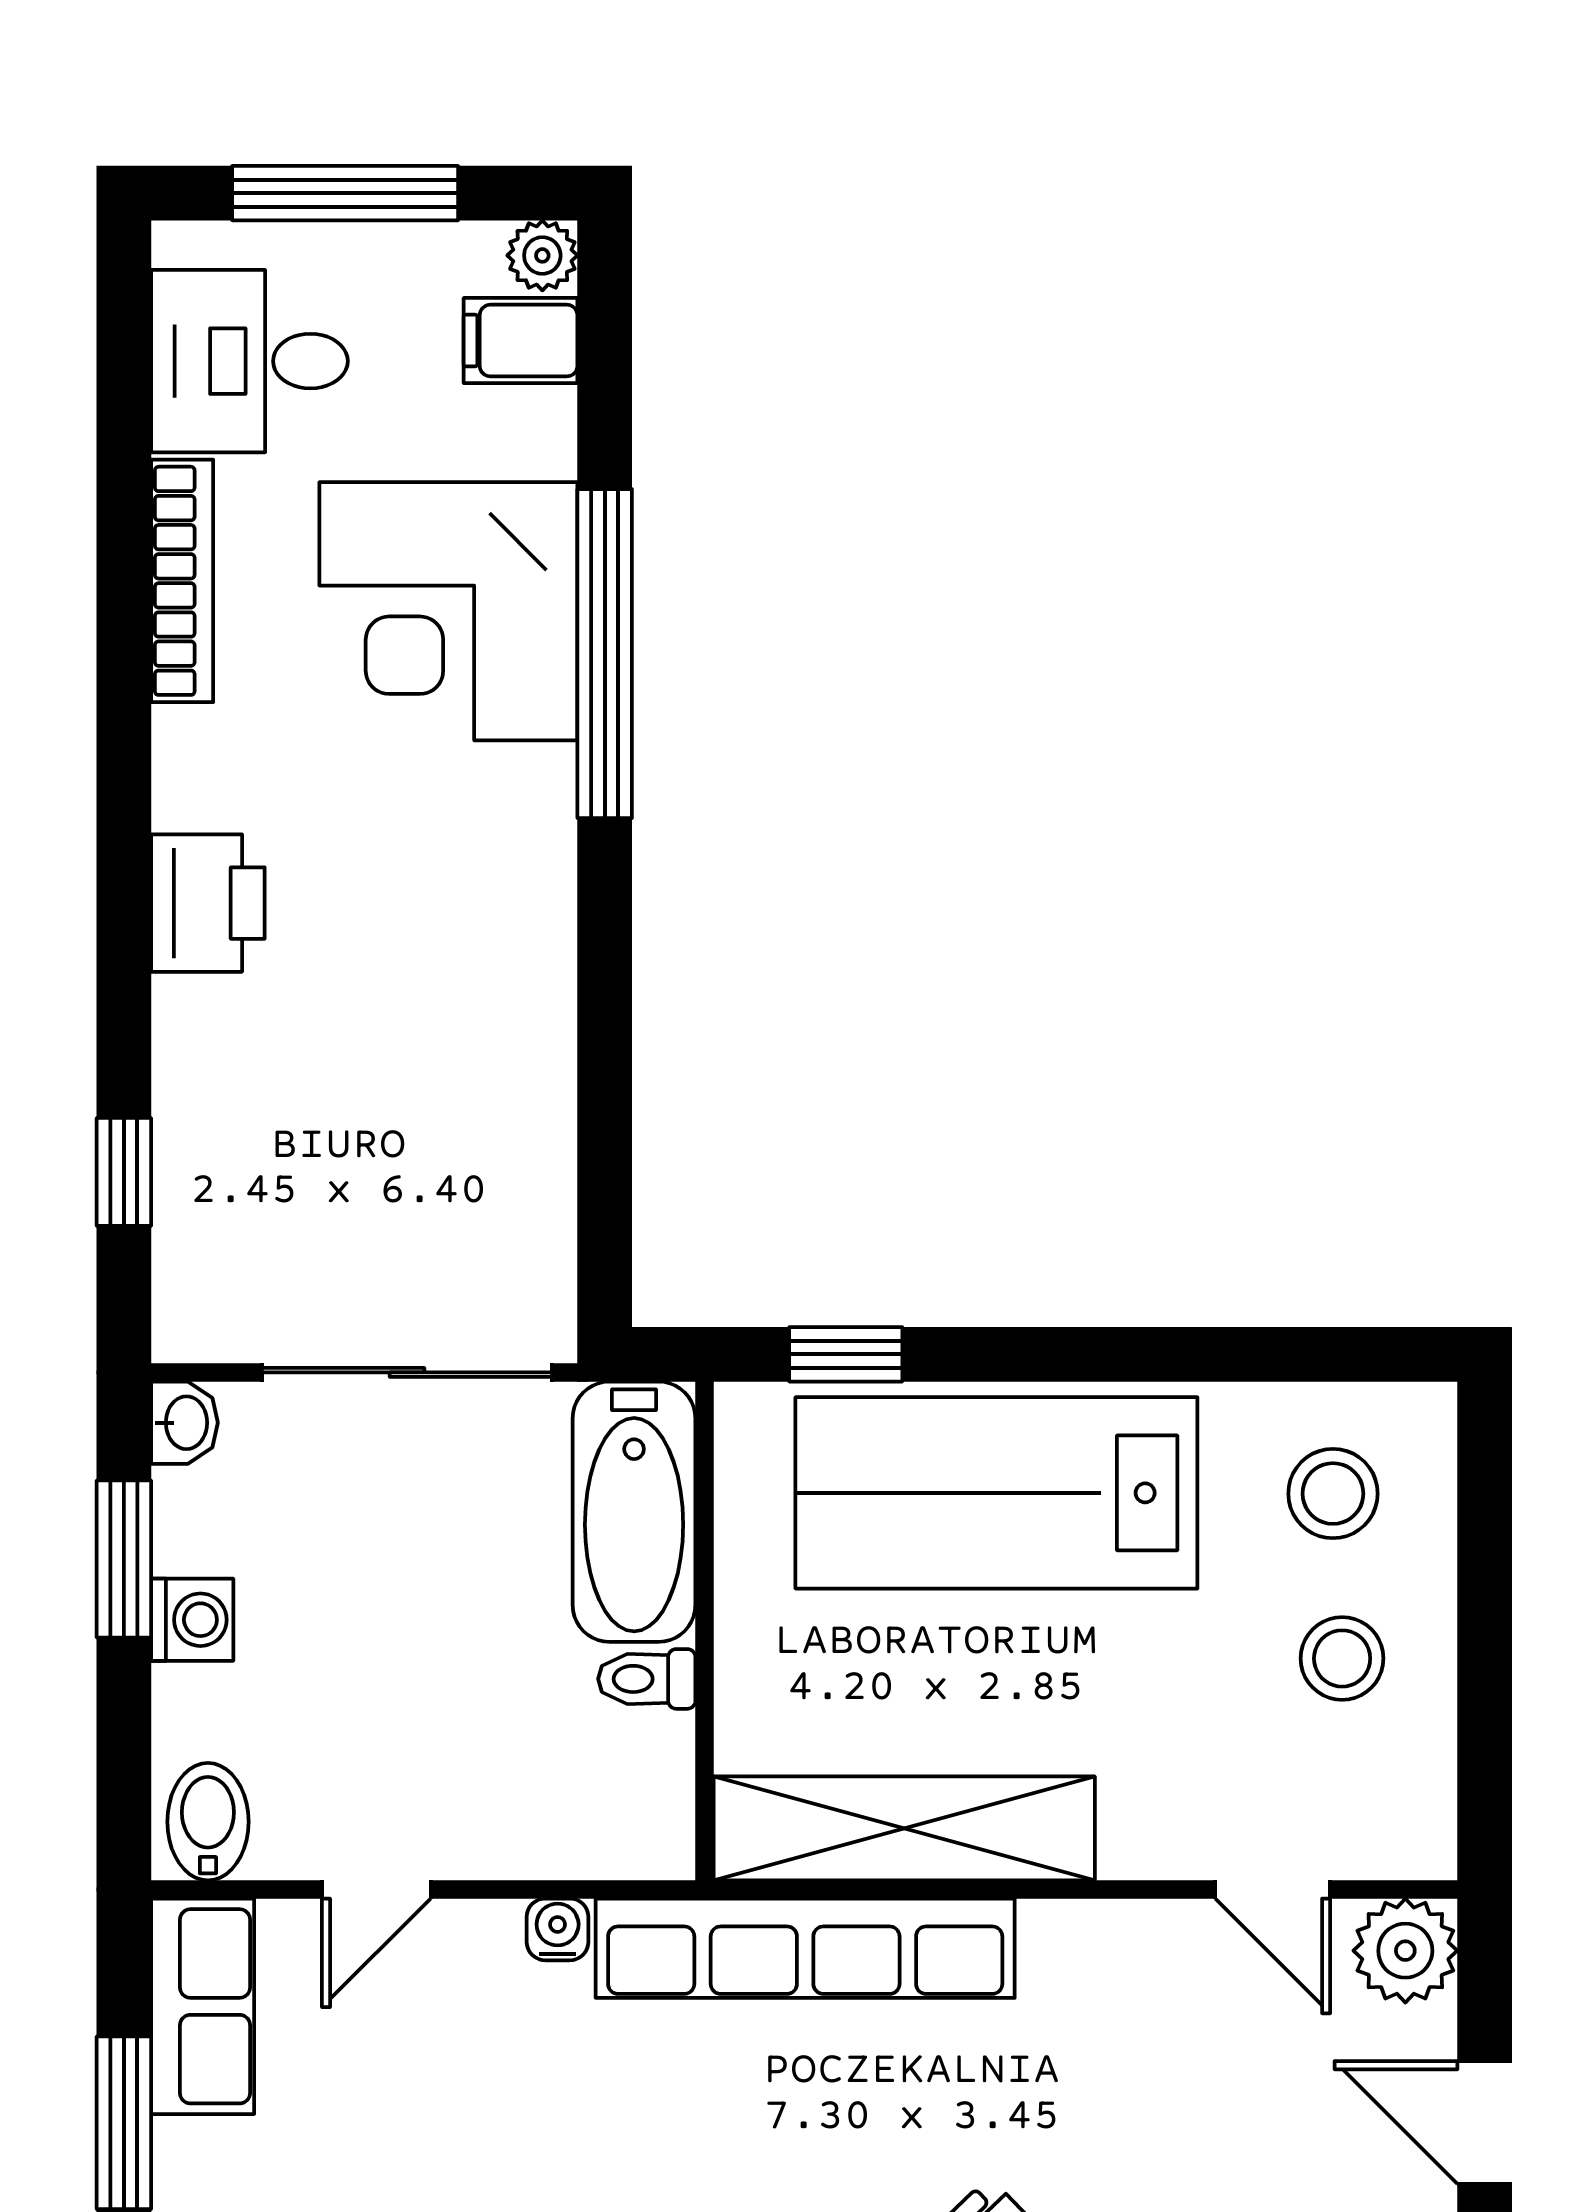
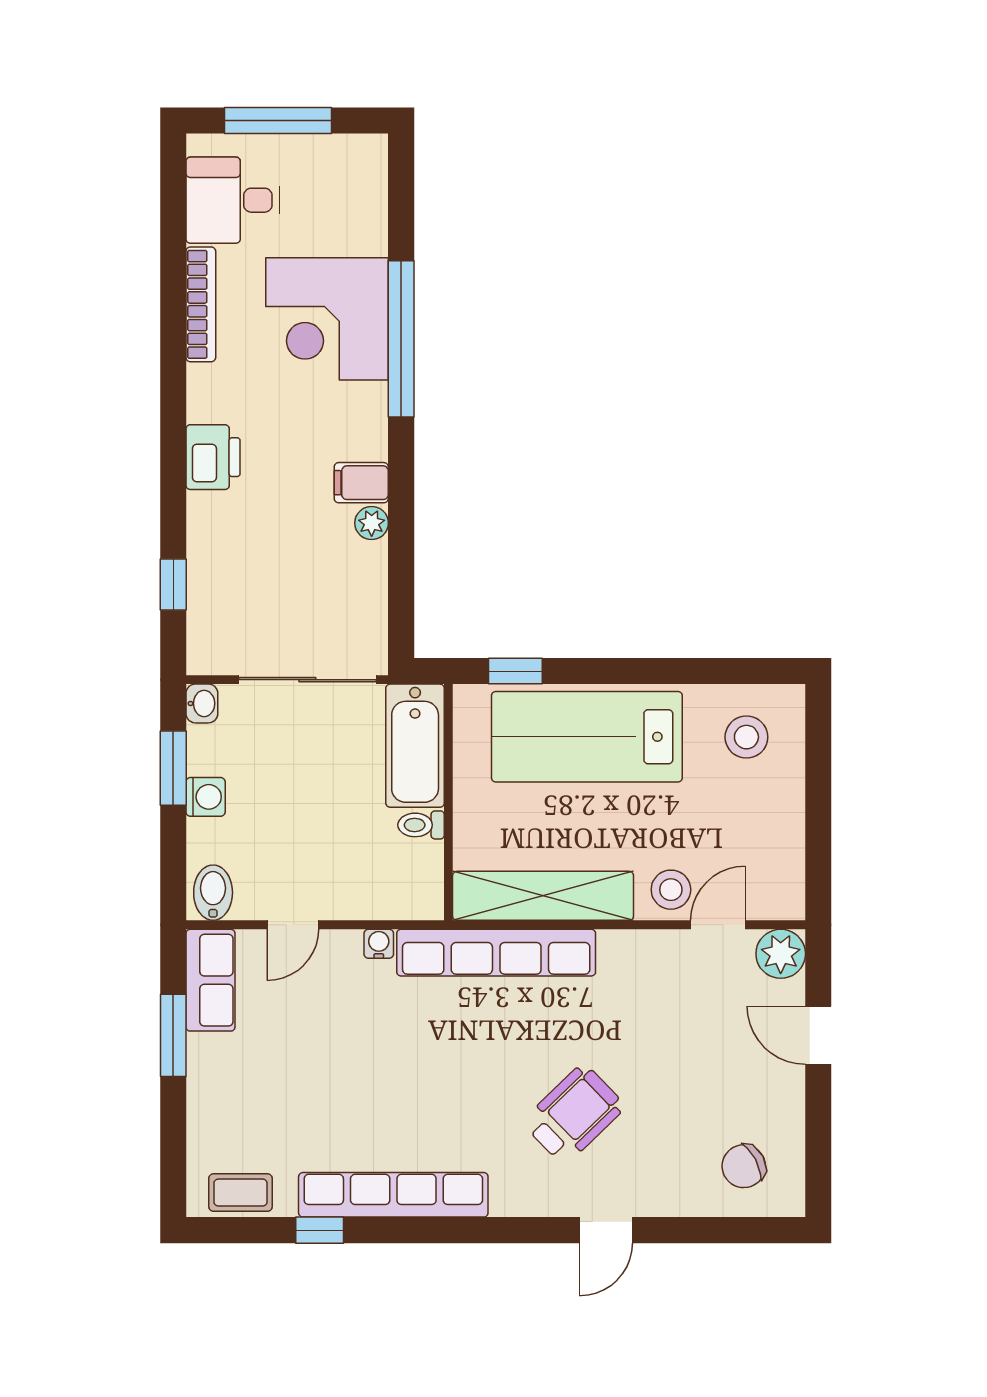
plant: (542, 255) -> (372, 523), moved
filing cabinet: (521, 341) -> (361, 483), moved
stool: (1342, 1658) -> (671, 890), moved
door: (1273, 1890) -> (718, 925), swing flipped

